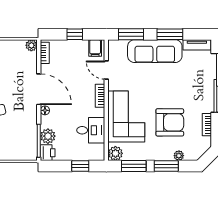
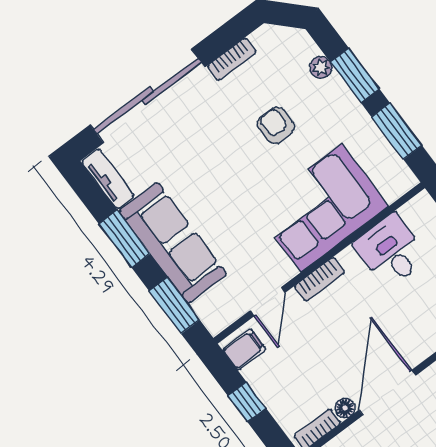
floor lamp: (45, 110) -> (345, 408), moved
armchair: (170, 122) -> (276, 126), width x0.53, depth x0.53
plant: (115, 153) -> (399, 179), removed

